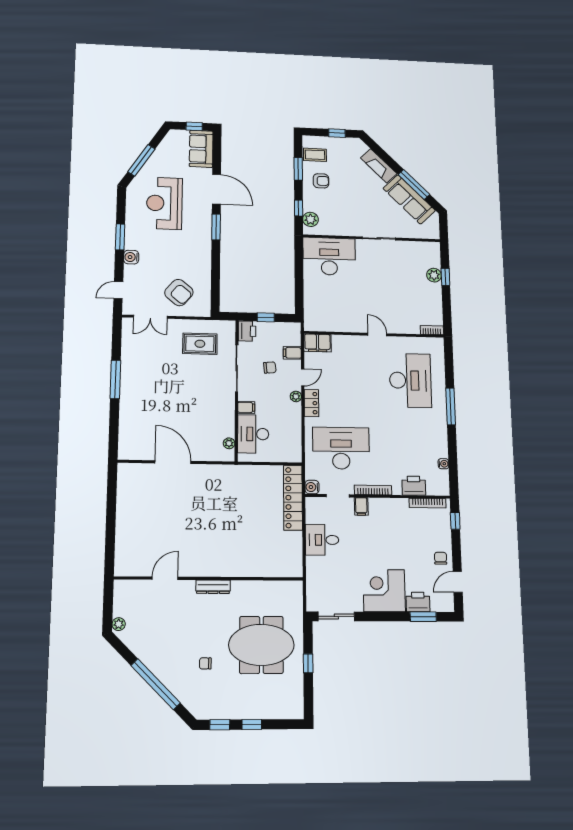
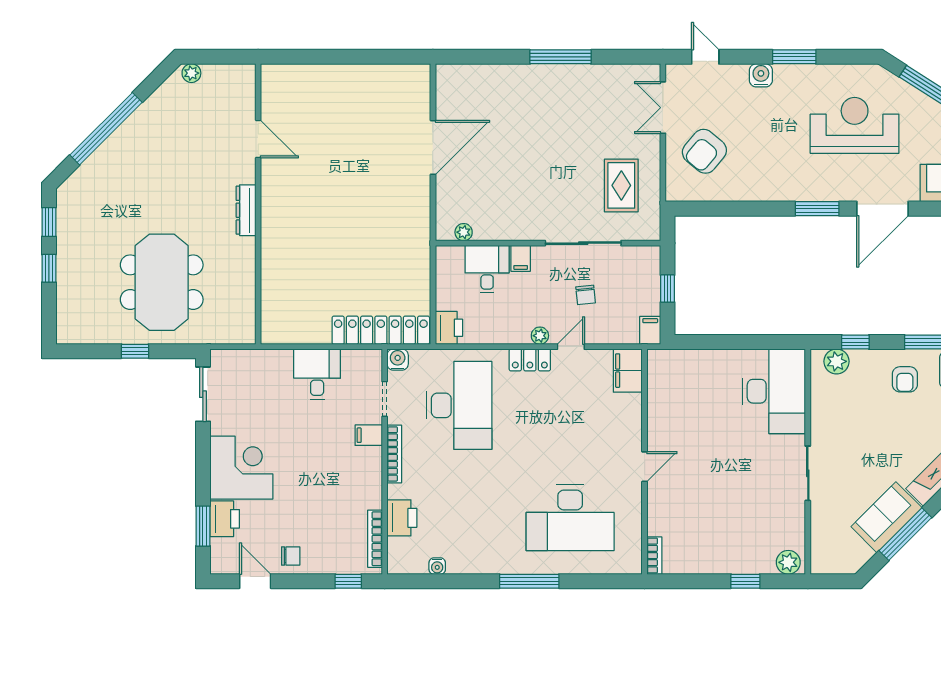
sofa: (409, 199) -> (886, 517), width x0.73
plant: (434, 275) -> (788, 562), moved
printer: (247, 331) -> (449, 328), moved, turned -90
filing cabinet: (292, 353) -> (650, 330), moved
door: (303, 377) -> (571, 347), swing flipped
desk: (253, 434) -> (487, 269), width x0.73
chair: (205, 663) -> (135, 200), removed

